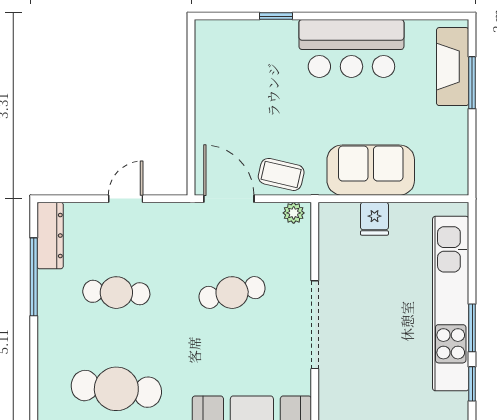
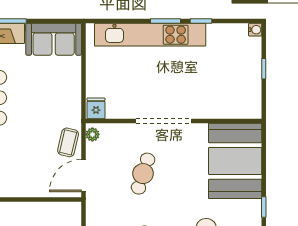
sofa: (371, 170) -> (54, 39), moved, turned -90
fridge: (374, 219) -> (96, 108), moved, turned -90
cafe table: (232, 293) -> (143, 174), turned 30

